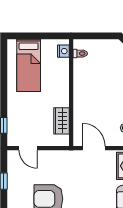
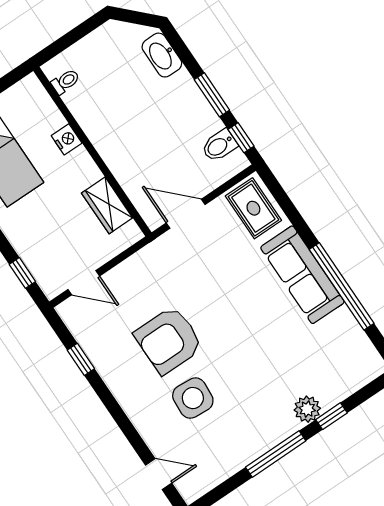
nightstand: (63, 51) -> (67, 139), moved

